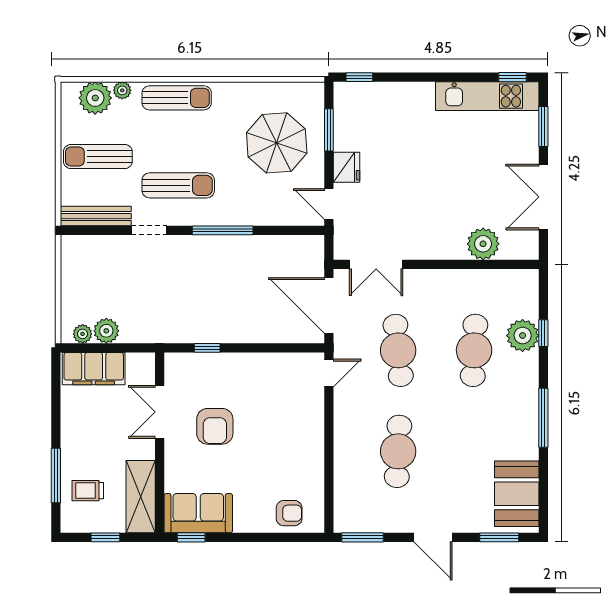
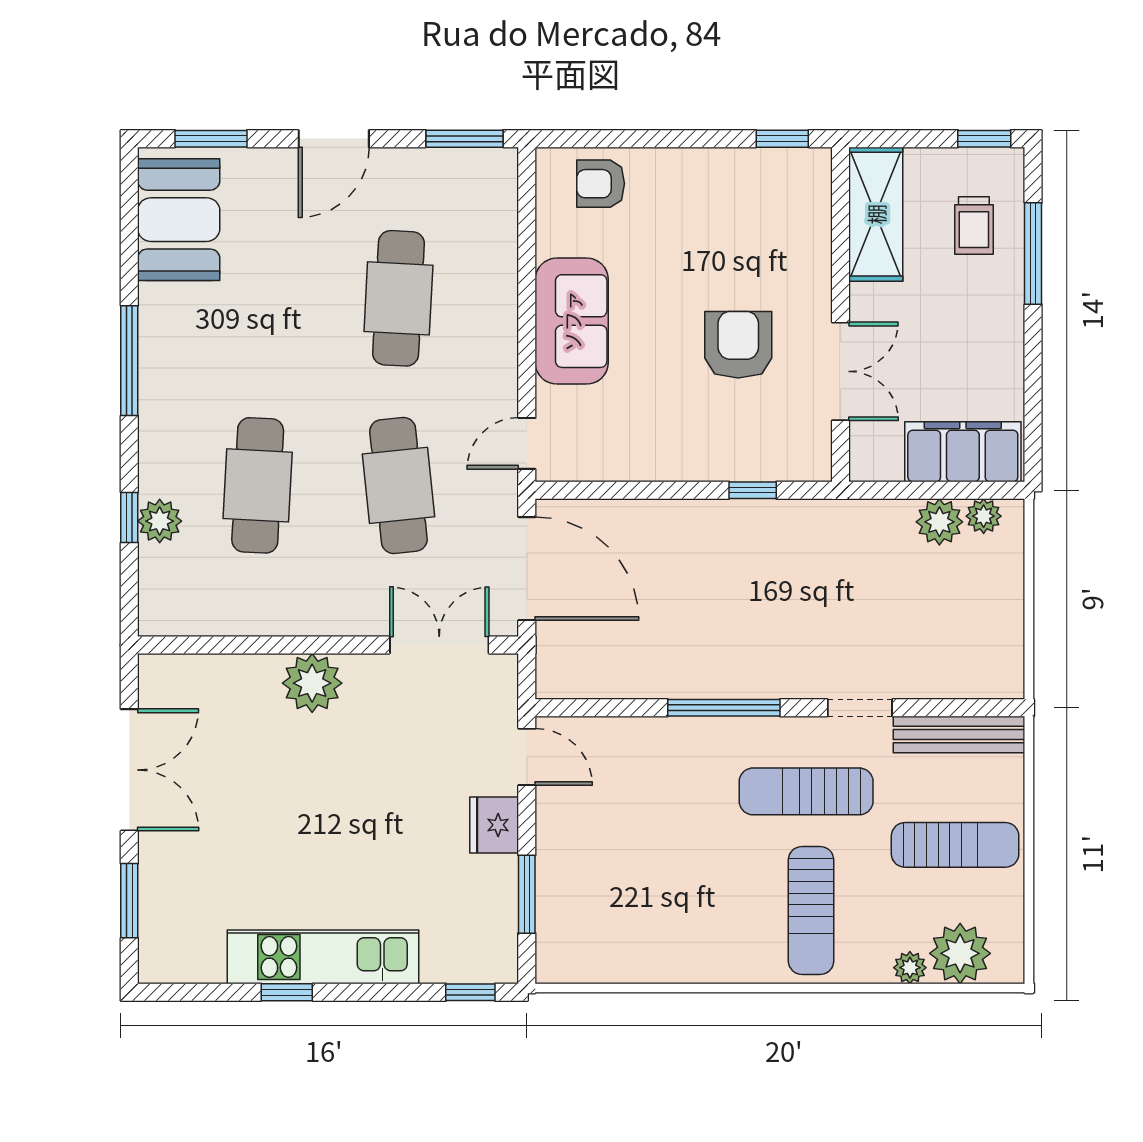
window: (513, 77) -> (287, 992), moved
kitchen unit: (487, 96) -> (323, 957), moved
sun lounger: (177, 98) -> (811, 910), moved, turned -90
parasol: (277, 143) -> (624, 870), removed
plant: (483, 244) -> (312, 683), moved
plant: (523, 336) -> (160, 521), width x0.73, depth x0.73
trolley: (88, 491) -> (974, 226), turned 90
sofa: (198, 513) -> (572, 321), moved, turned -90
window: (105, 537) -> (984, 139), moved
door: (433, 537) -> (334, 139), swing flipped

